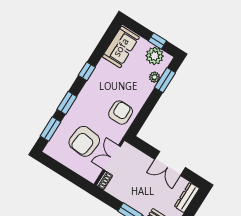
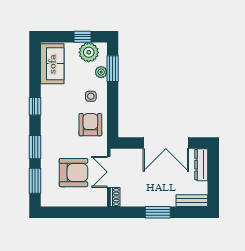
side table: (135, 91) -> (91, 96), added
armchair: (84, 141) -> (73, 173), turned -96
double door: (170, 163) -> (166, 143), width x1.37

